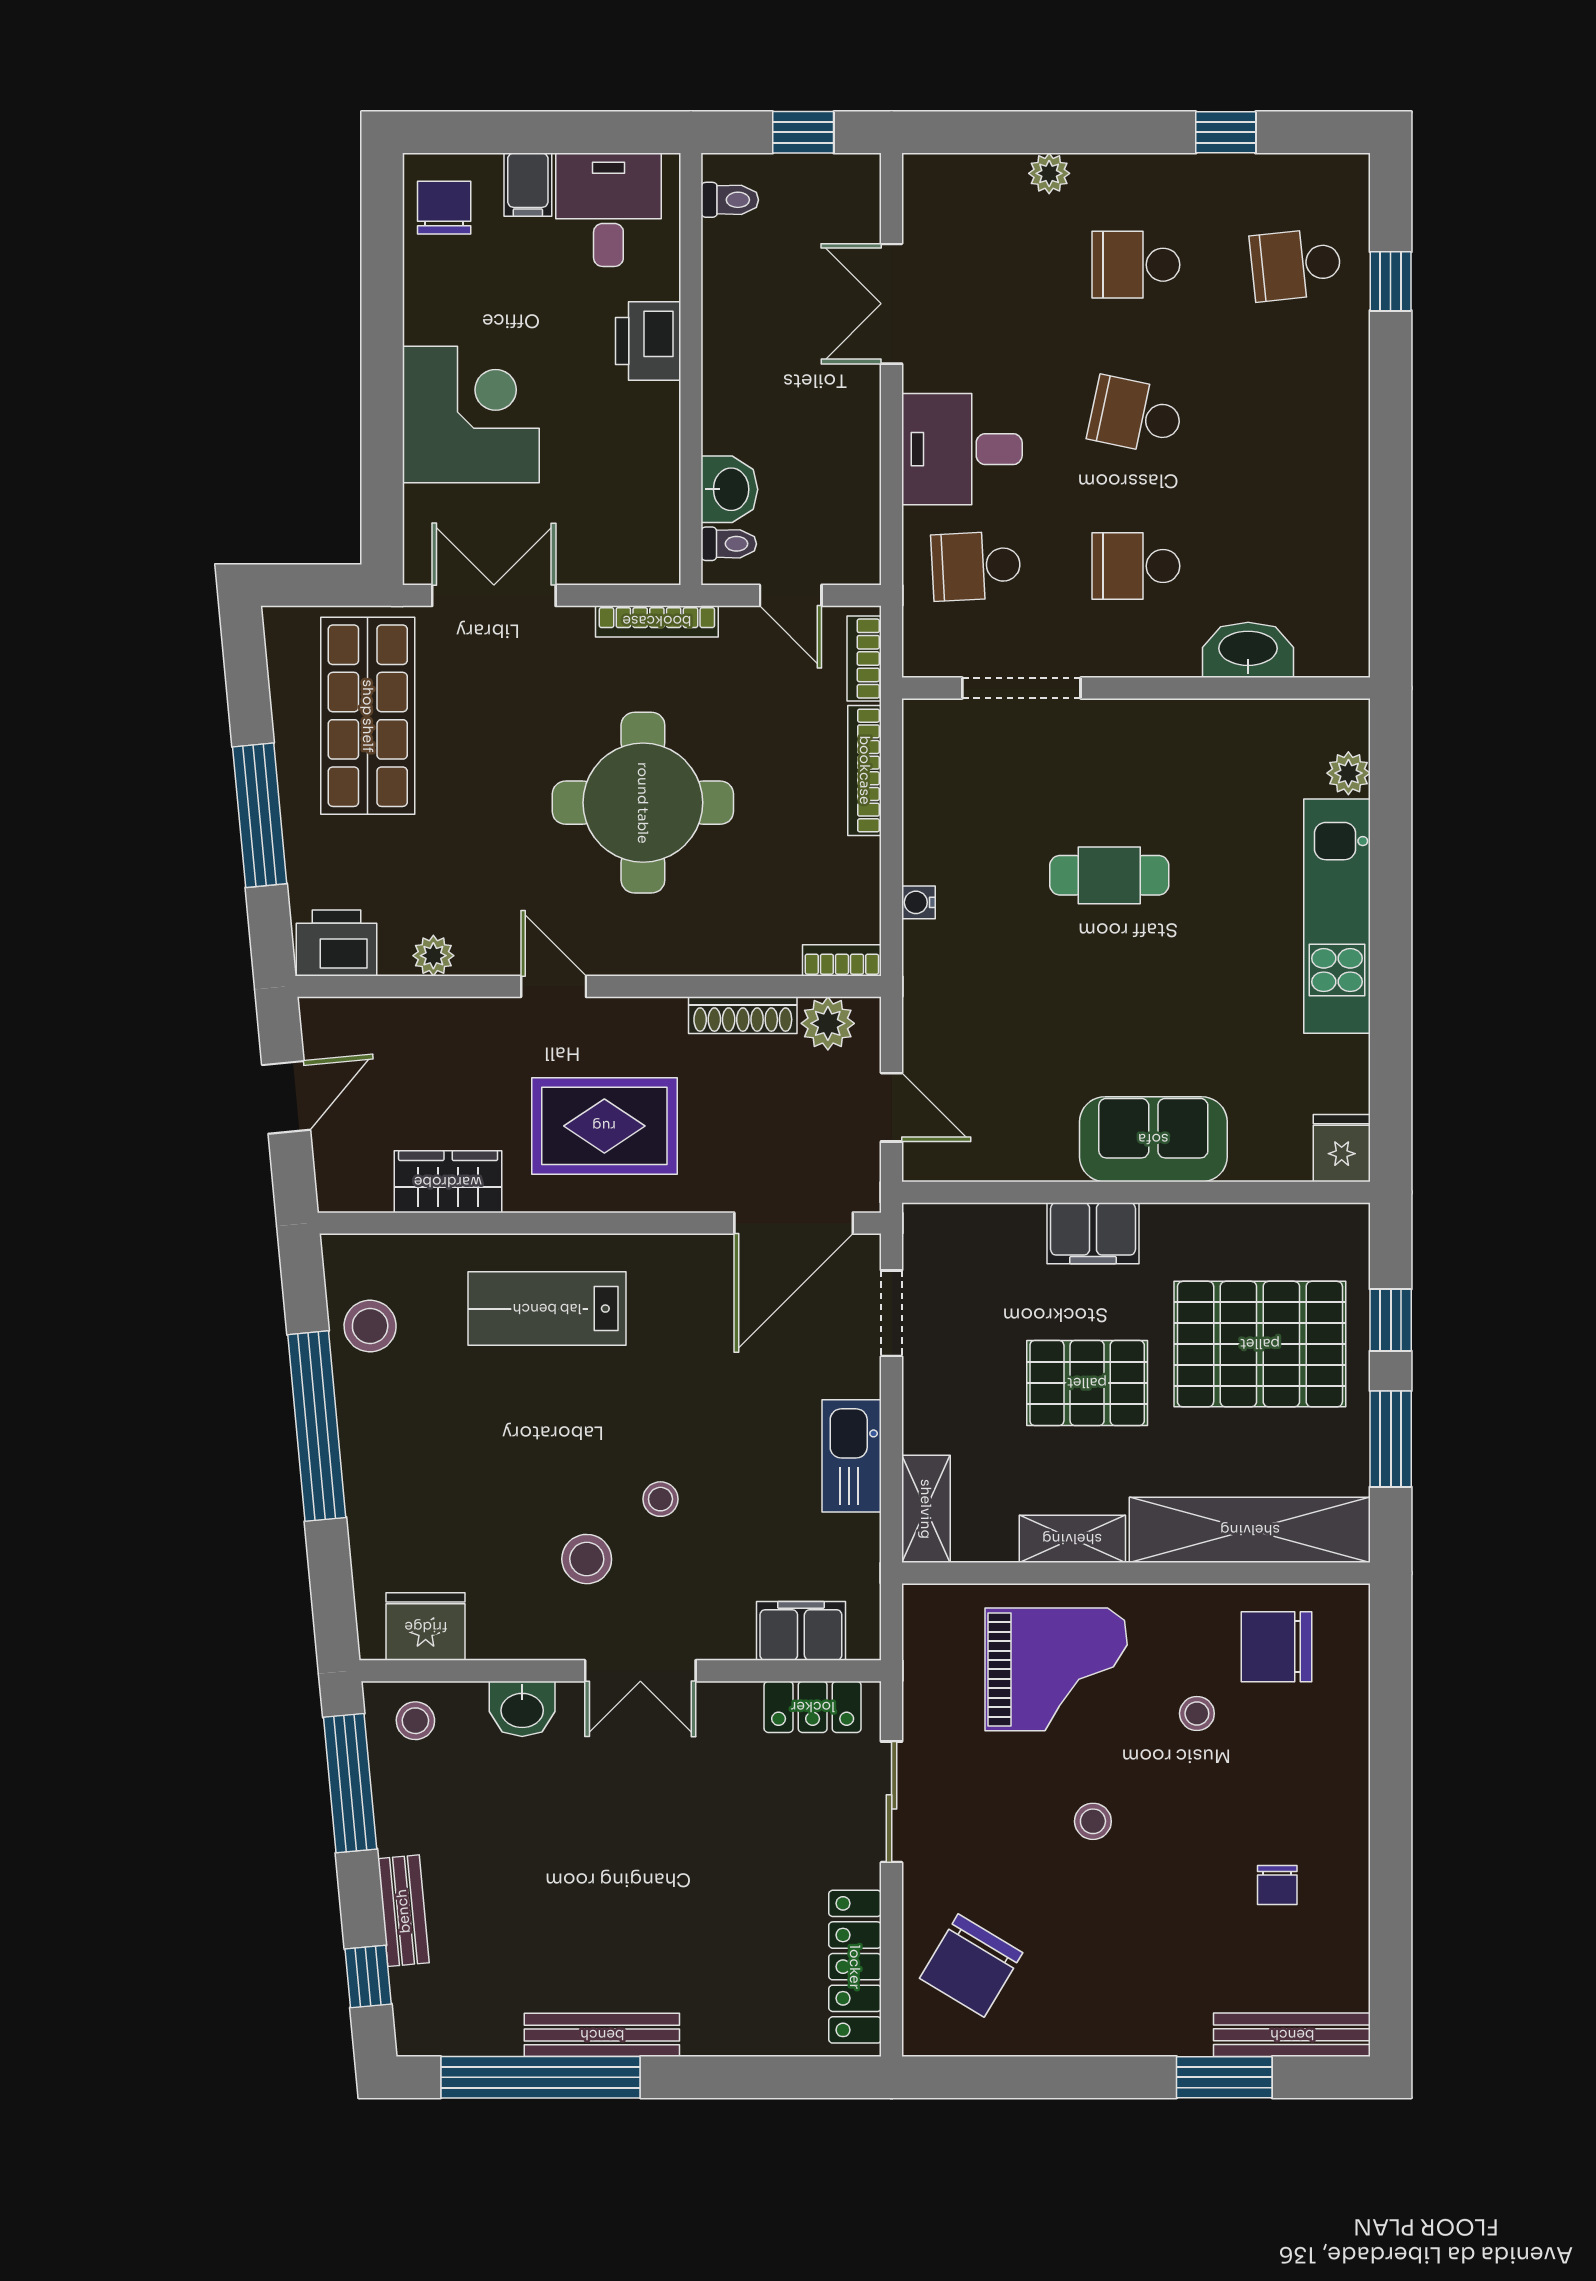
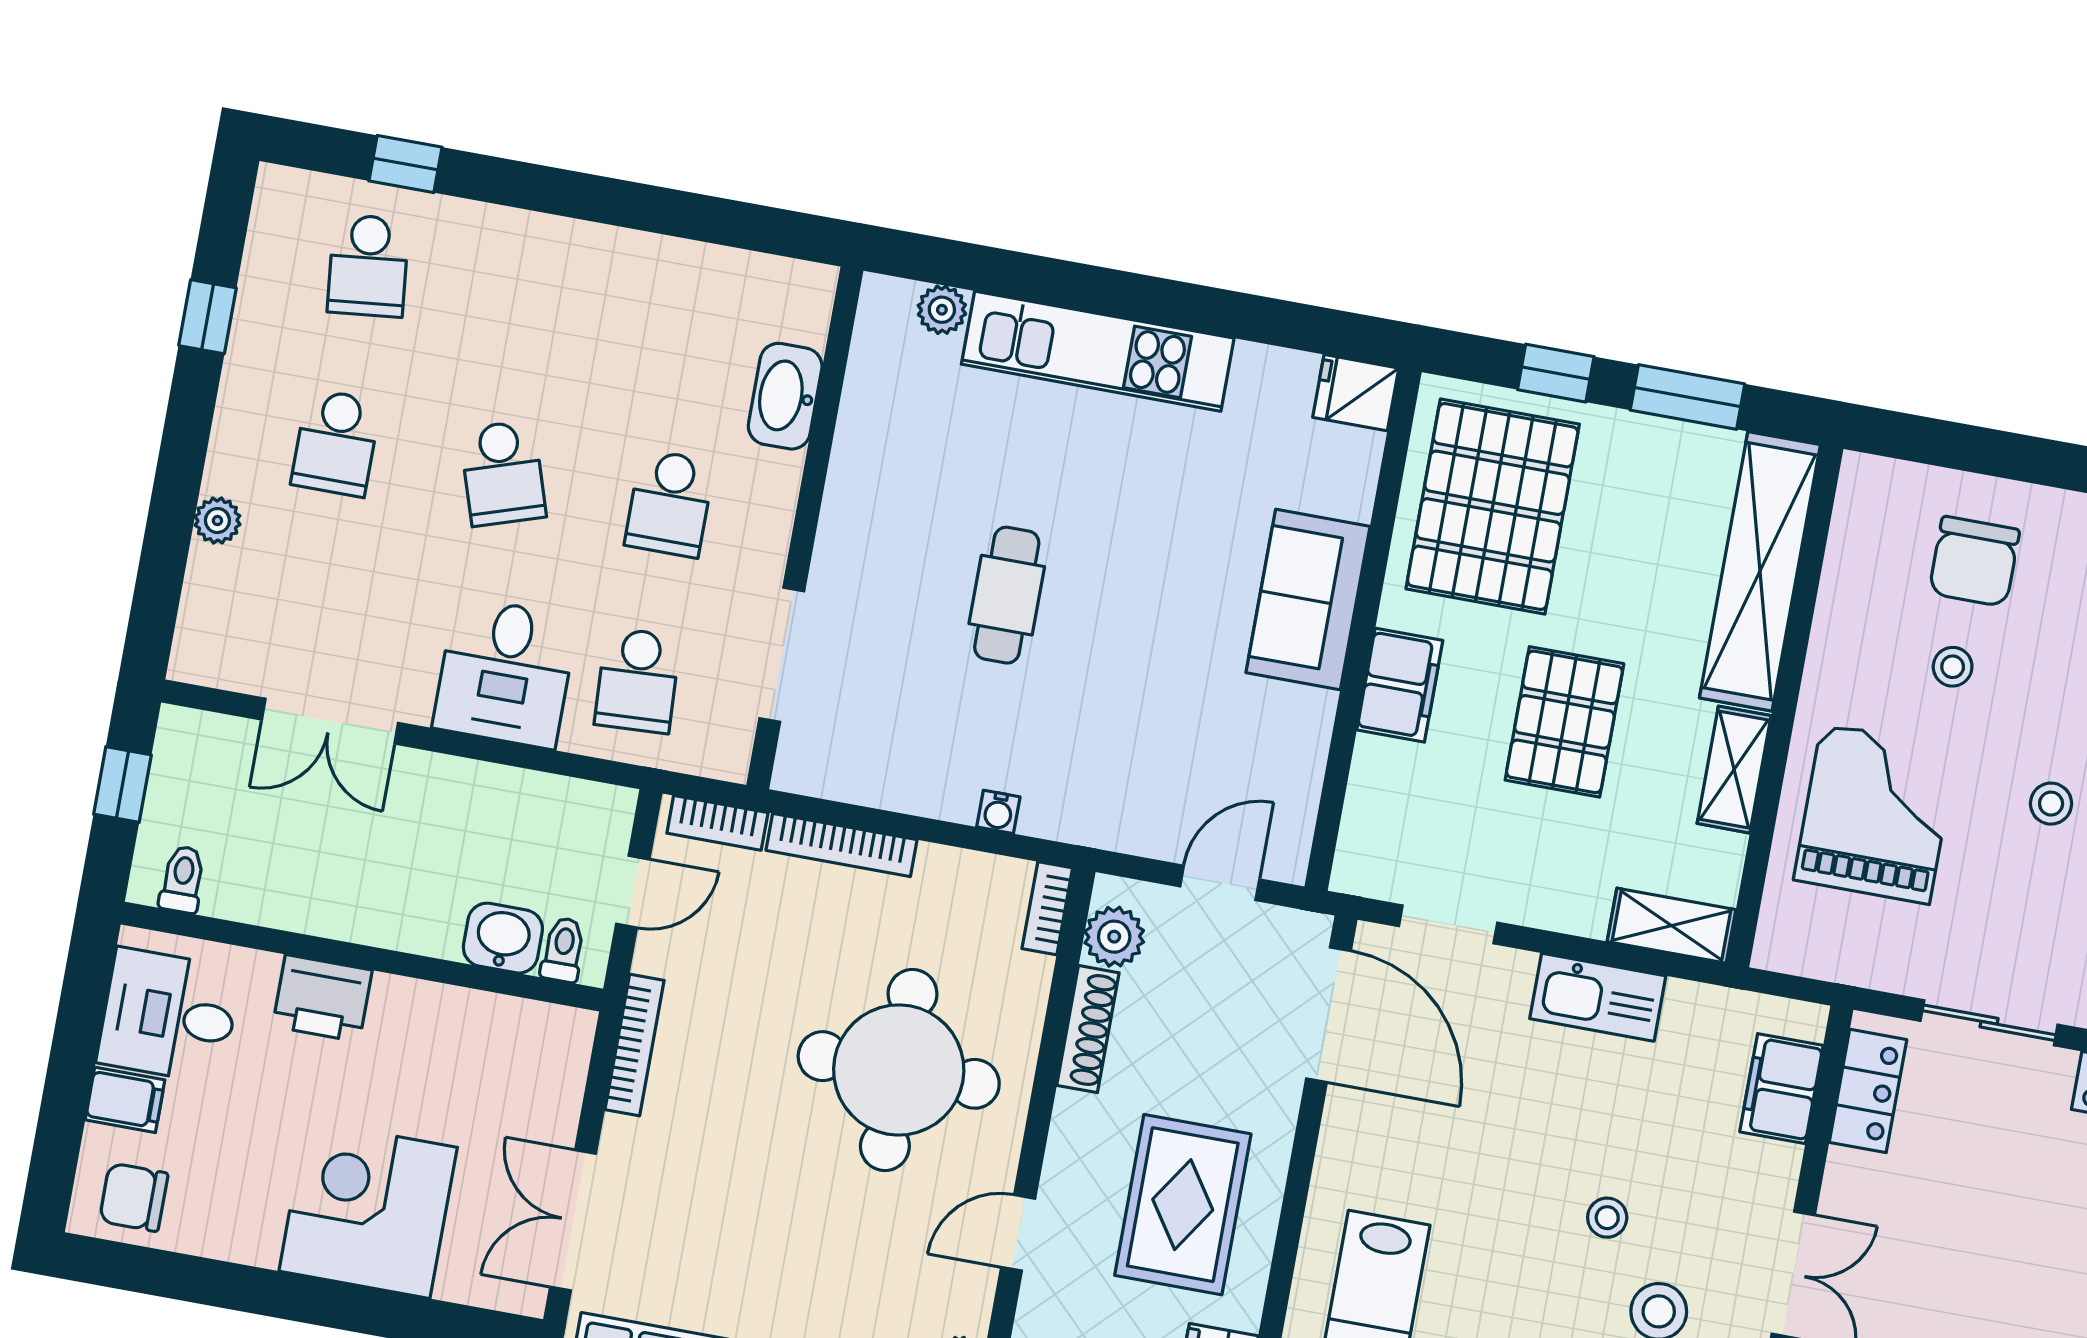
school desk: (1136, 415) -> (503, 473), turned -30
round table: (643, 803) -> (899, 1070), moved
pallet: (1260, 1344) -> (1493, 507), moved
chair: (1277, 1647) -> (1974, 561), moved

